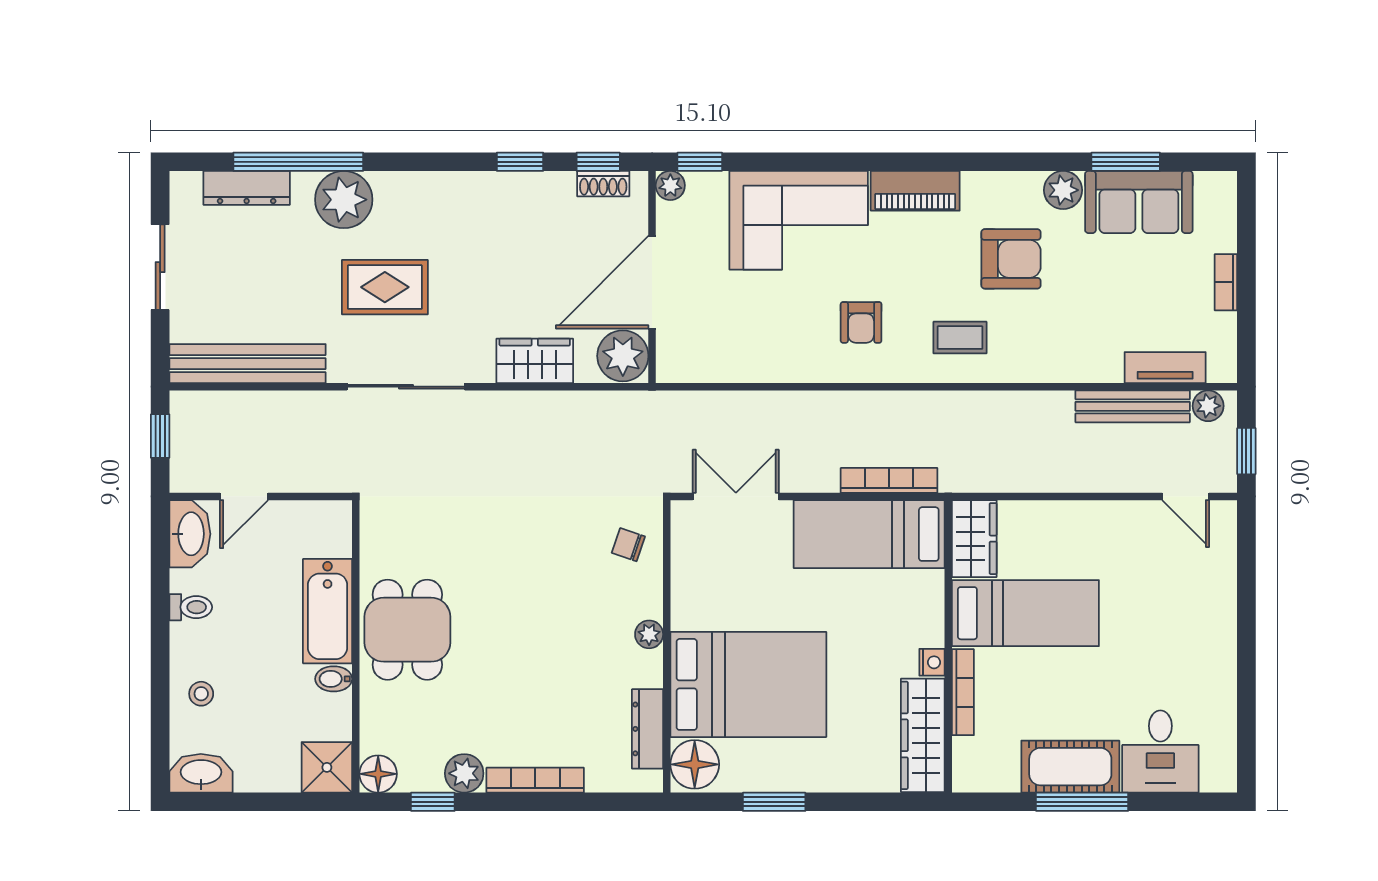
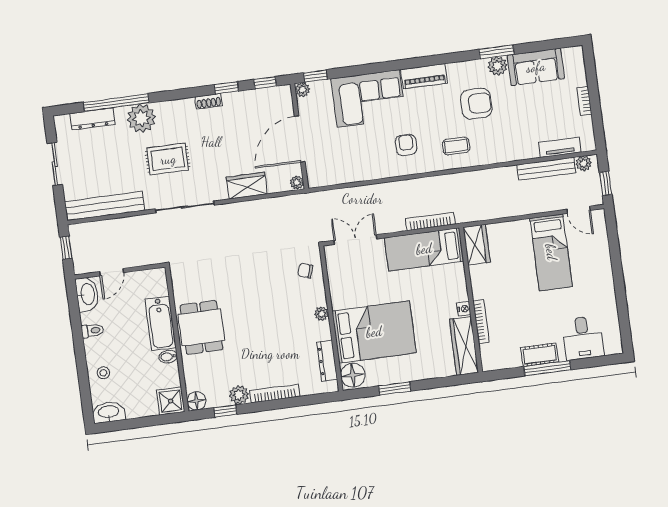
window: (1126, 162) -> (496, 52), moved
shoe rack: (603, 184) -> (209, 101), moved
armchair: (861, 322) -> (406, 145), turned 180
plant: (623, 356) -> (297, 182), width x0.53, depth x0.53
bed: (1025, 613) -> (551, 252), moved, turned 90
cot: (1070, 767) -> (540, 355), width x0.73, depth x0.75

